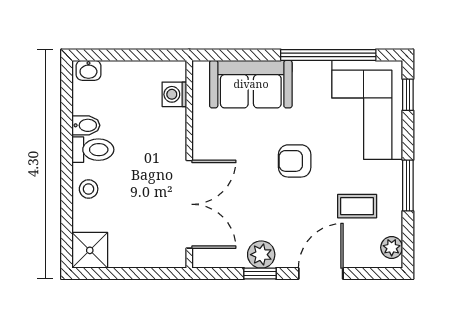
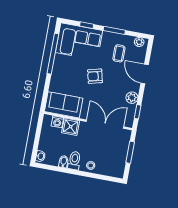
sofa: (251, 84) -> (64, 105), moved, turned -90
window: (408, 95) -> (87, 25), moved
armchair: (295, 161) -> (95, 76), turned 76
shower: (90, 250) -> (71, 127), moved
window: (135, 274) -> (130, 152), added
window: (260, 274) -> (138, 112), moved

